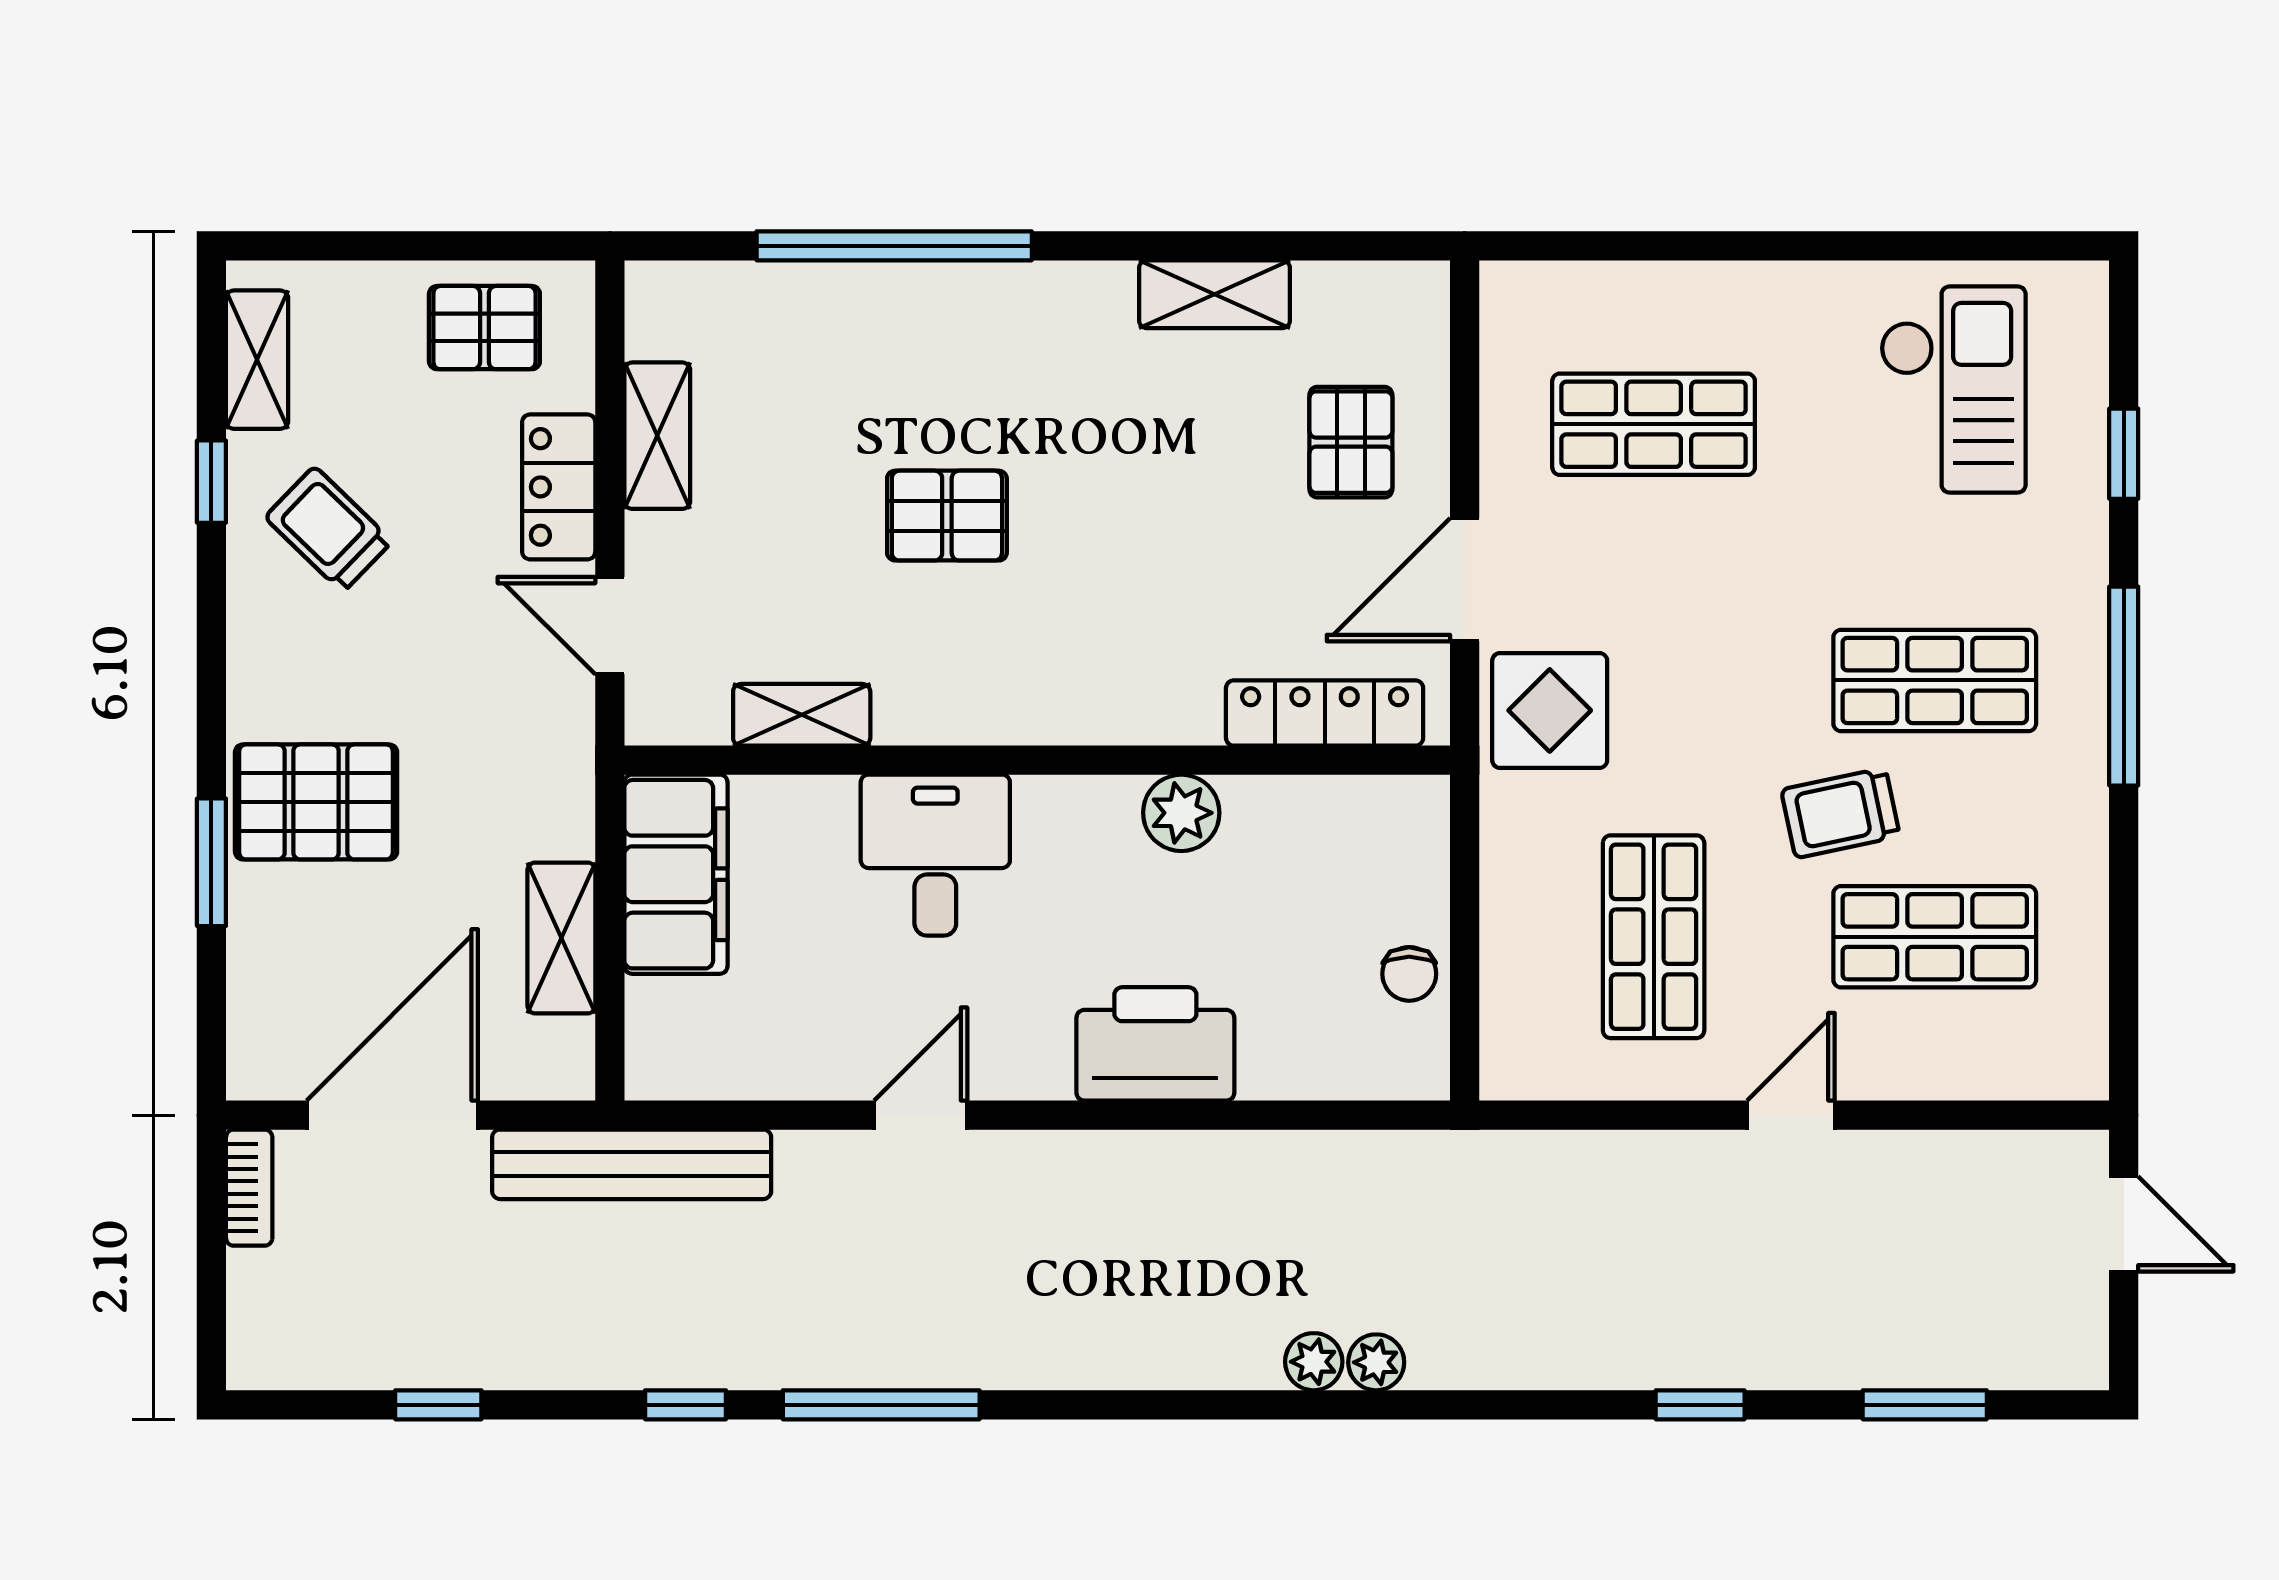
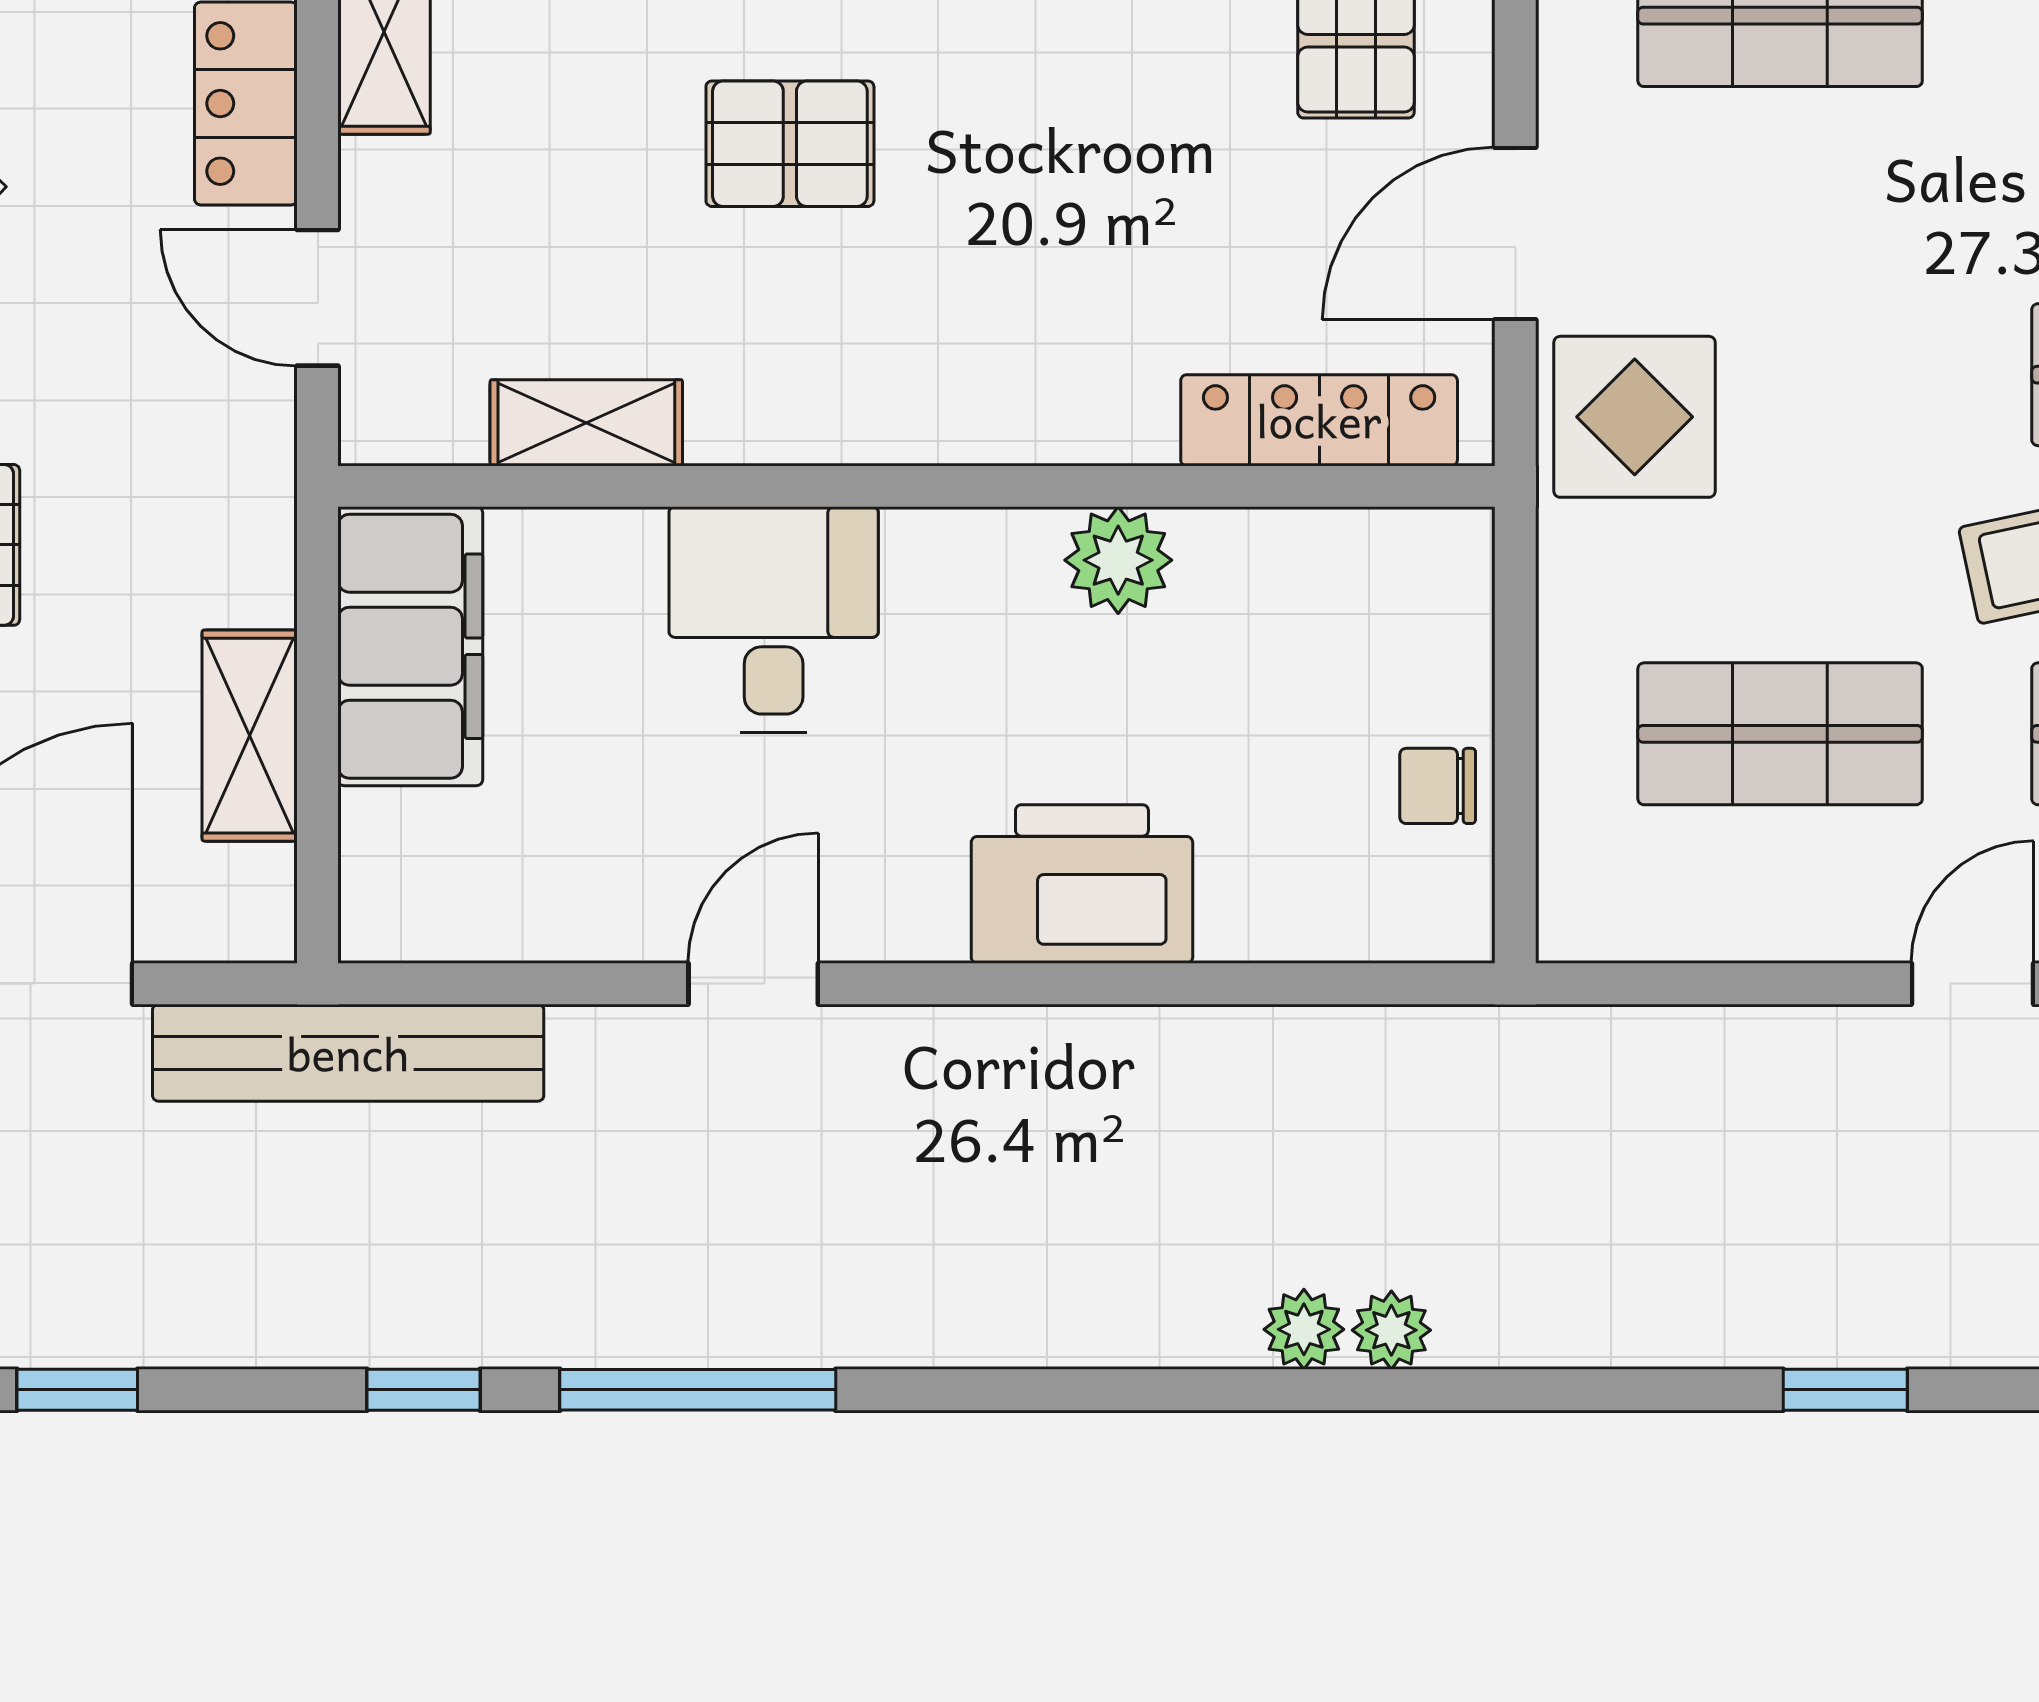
shop shelf: (1654, 937) -> (1780, 734), turned 90
chair: (1409, 974) -> (1438, 786), turned 90

